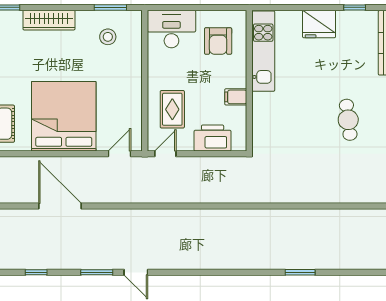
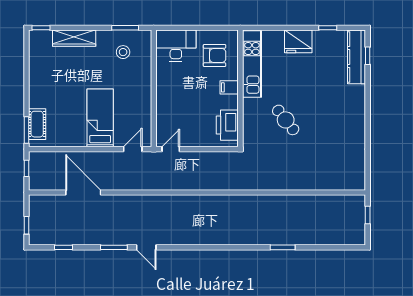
armchair: (218, 41) -> (215, 55), turned -90
filing cabinet: (236, 97) -> (229, 87), moved
rug: (172, 109) -> (177, 112), removed
bed: (64, 116) -> (100, 118), width x0.49
cafe table: (348, 120) -> (286, 120), moved, turned -31
printer: (213, 138) -> (227, 125), moved, turned -90

